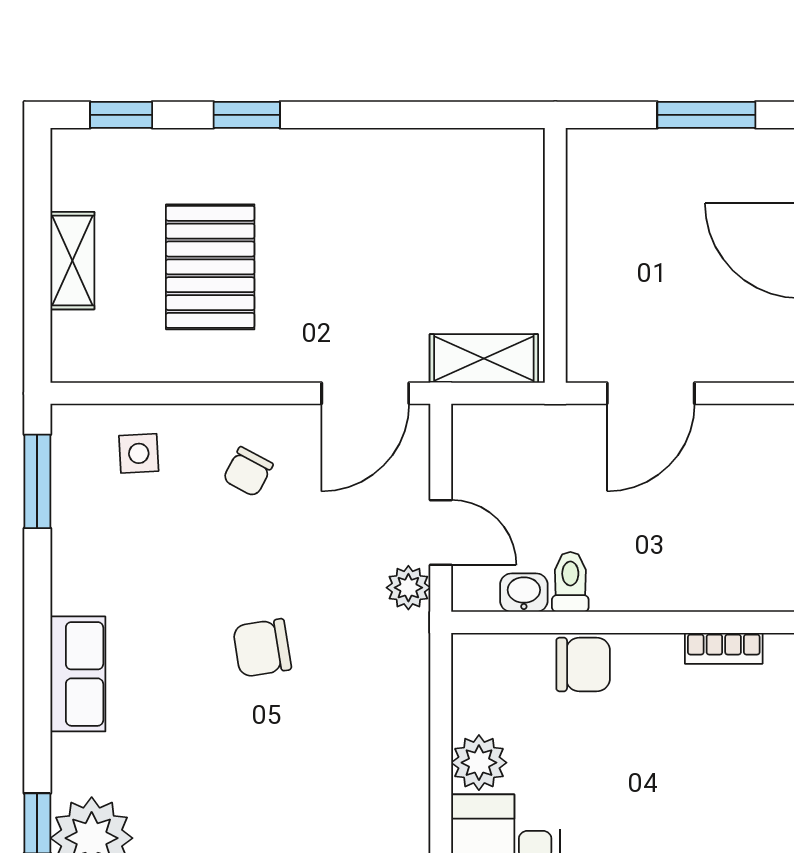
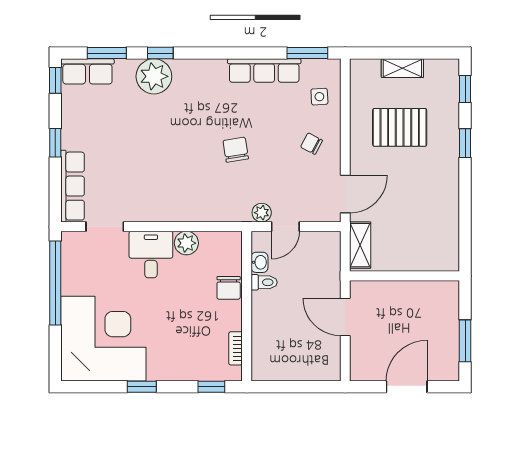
door: (365, 393) -> (345, 194), swing flipped
row of seats: (78, 674) -> (264, 70), moved, width x1.48

